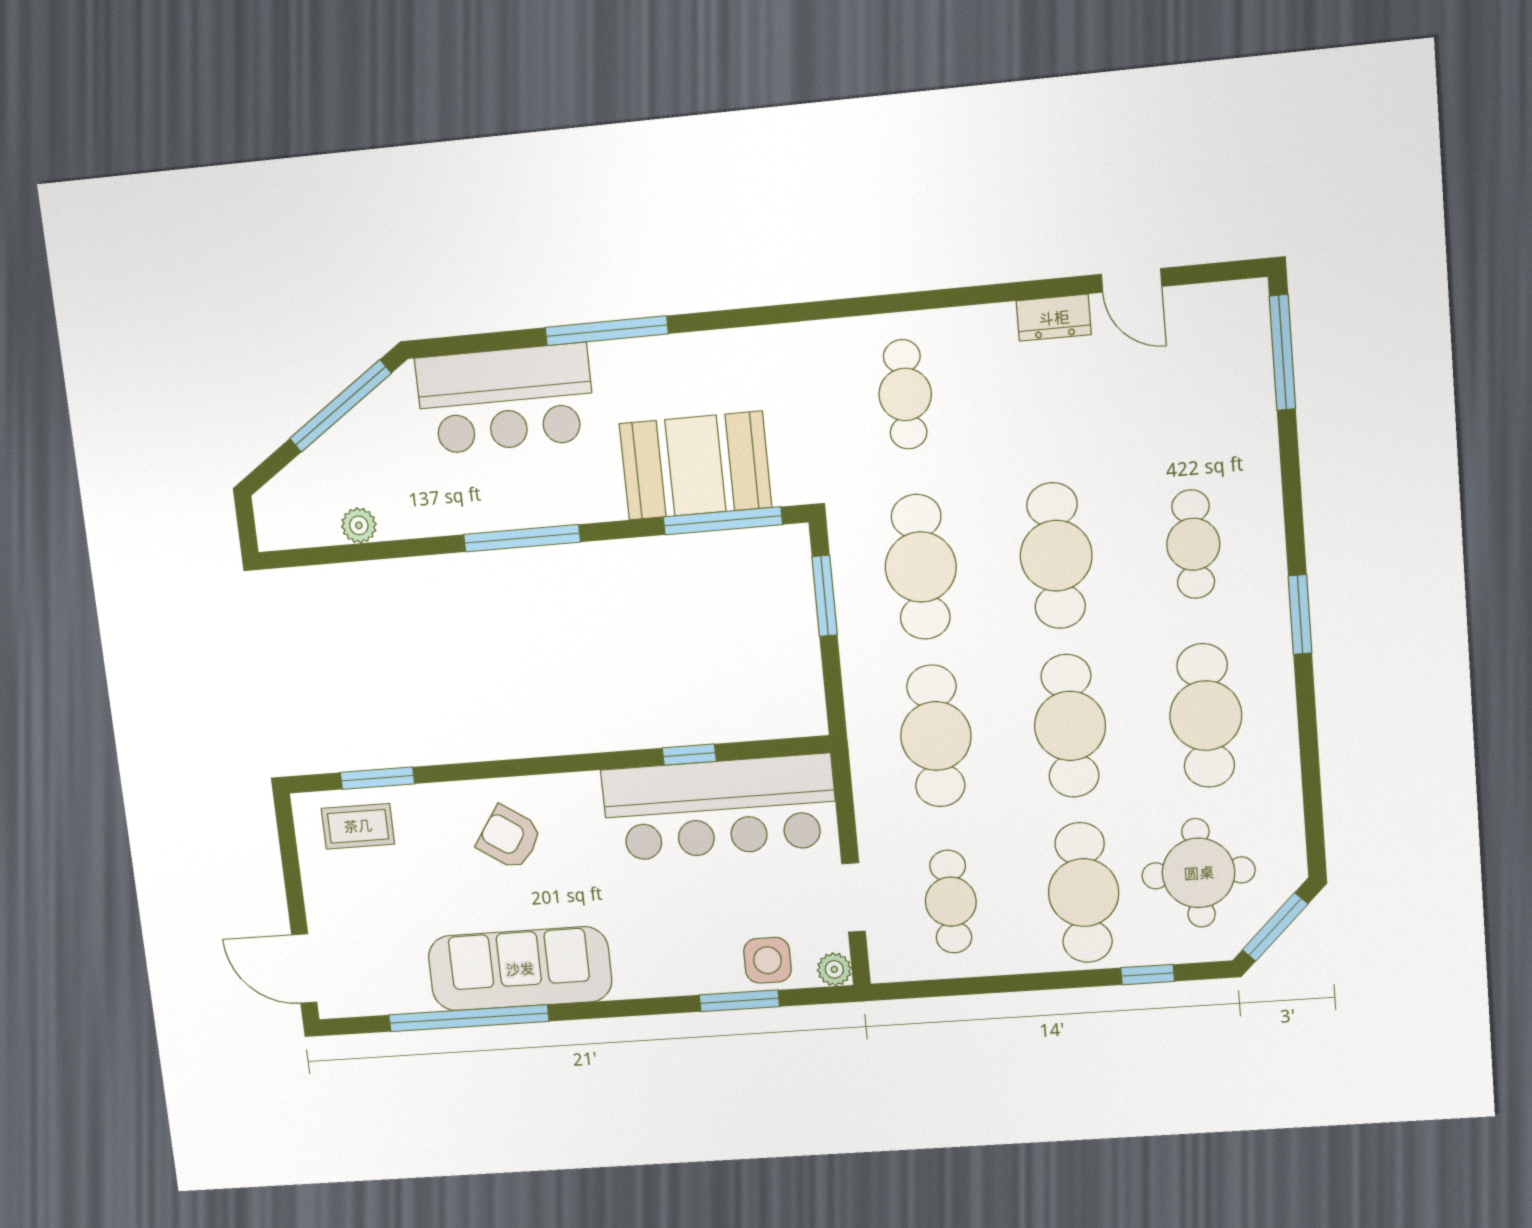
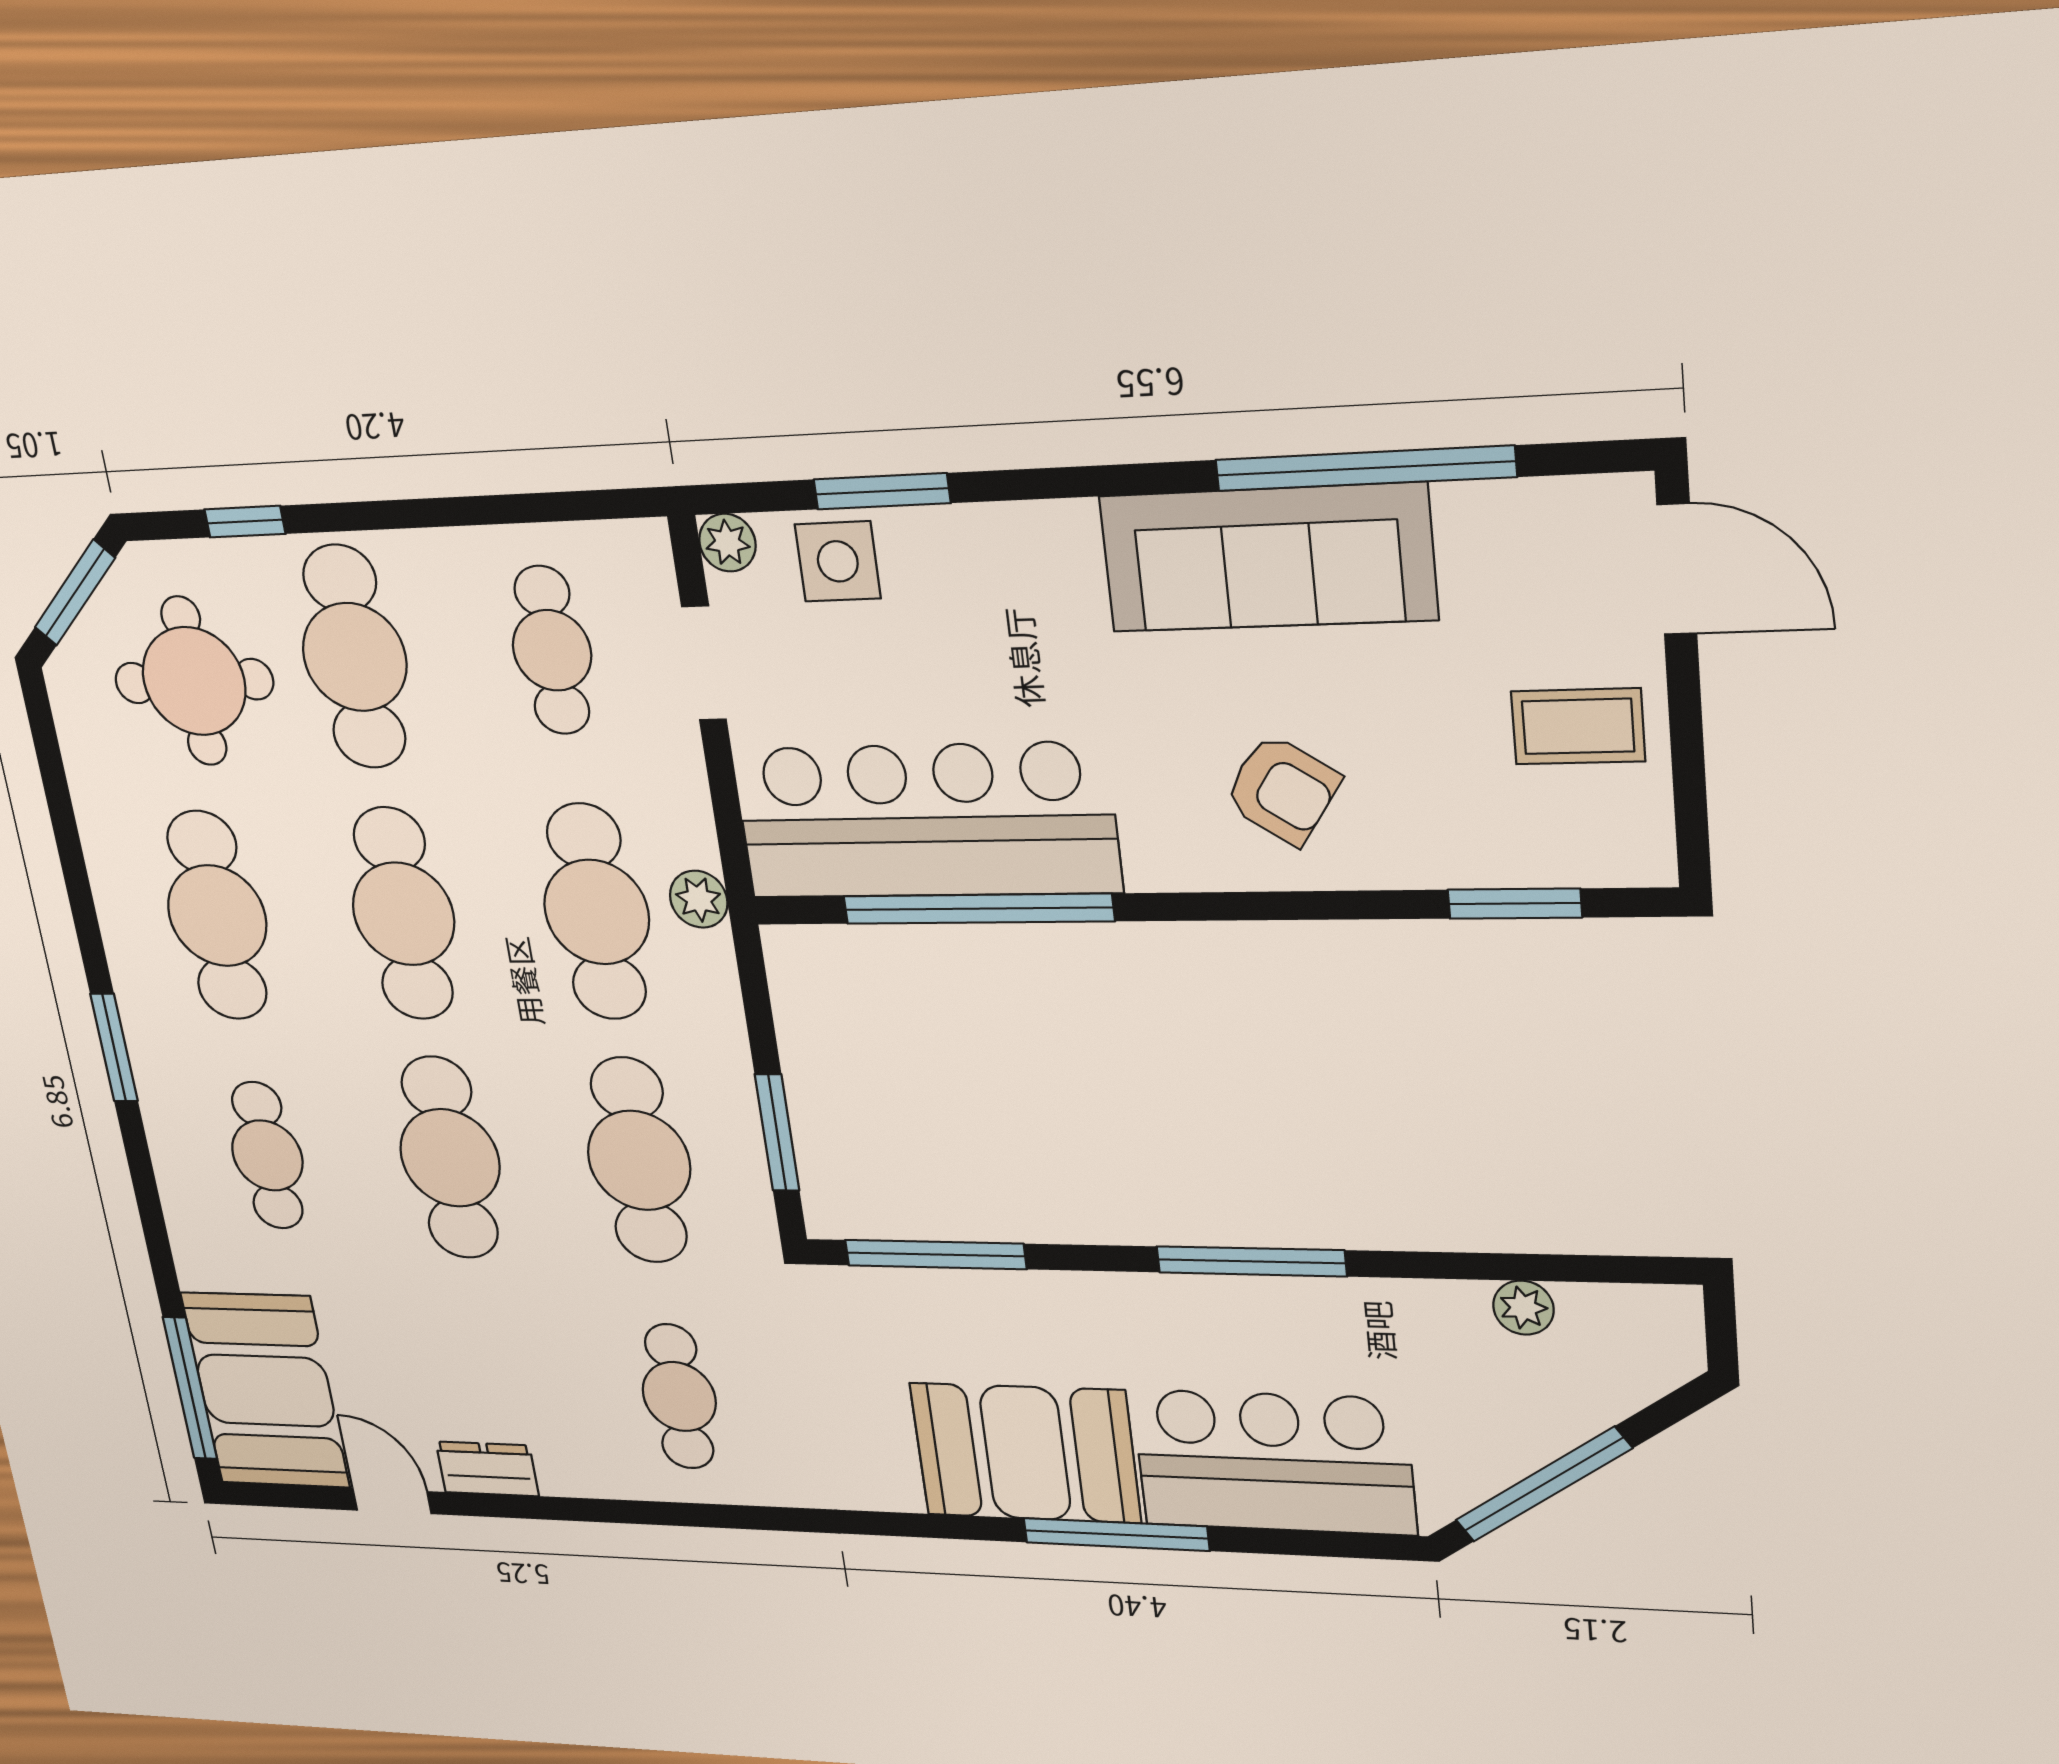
booth: (1221, 359) -> (265, 1391), added
booth: (695, 466) -> (1025, 1453), moved
plant: (867, 749) -> (699, 899), added
window: (689, 755) -> (978, 909), width x3.17
coffee table: (358, 826) -> (1578, 726), moved

